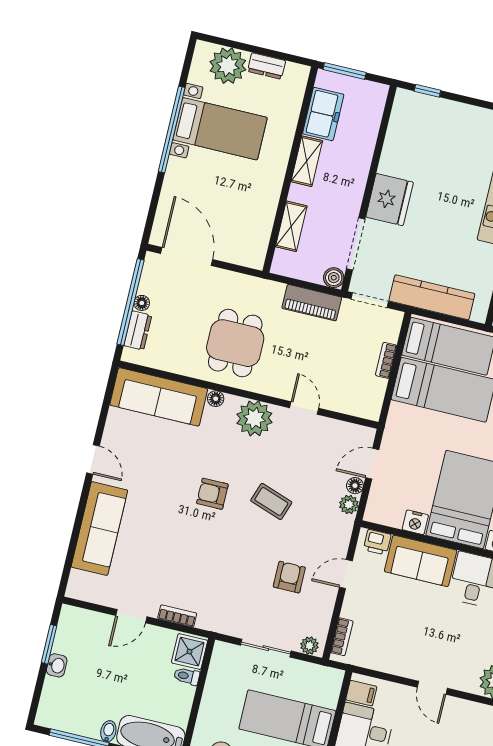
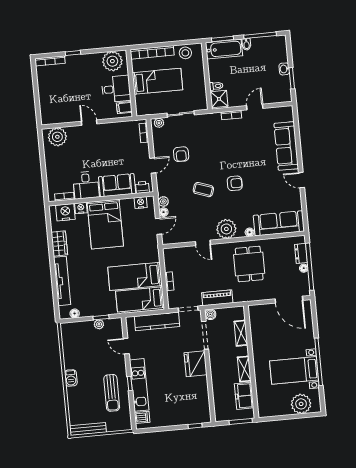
dresser: (267, 66) -> (281, 410), removed
nightstand: (415, 522) -> (141, 203), moved

